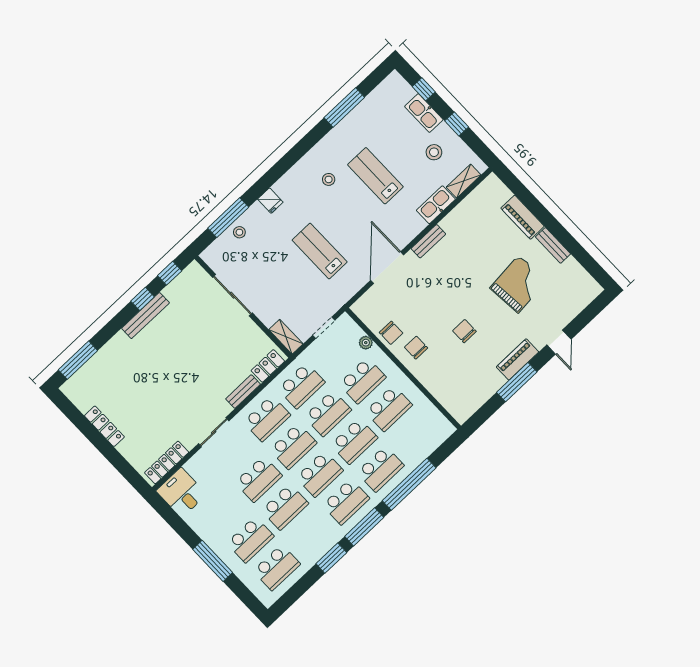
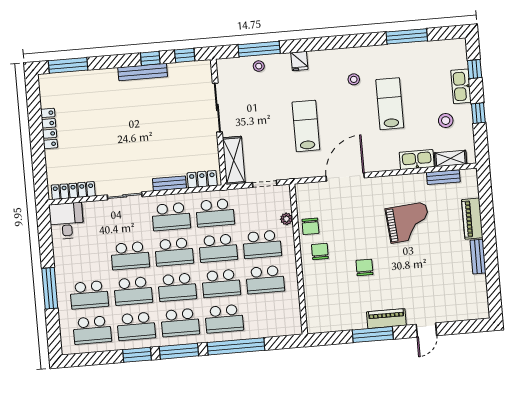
bench: (428, 241) -> (443, 177), moved
grand piano: (518, 284) -> (408, 223), moved
shelving: (286, 337) -> (234, 160), width x1.50, depth x1.33
school desk: (311, 535) -> (136, 326), added

